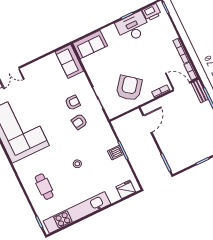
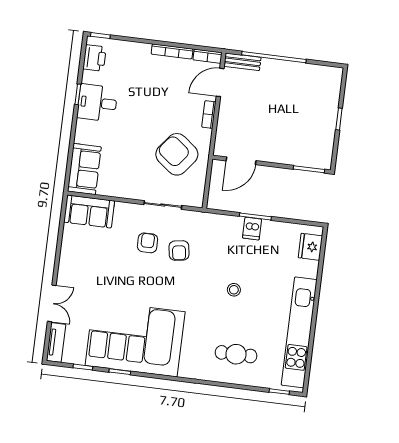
desk: (133, 27) -> (97, 103), width x0.73
door: (147, 124) -> (241, 161), swing flipped

